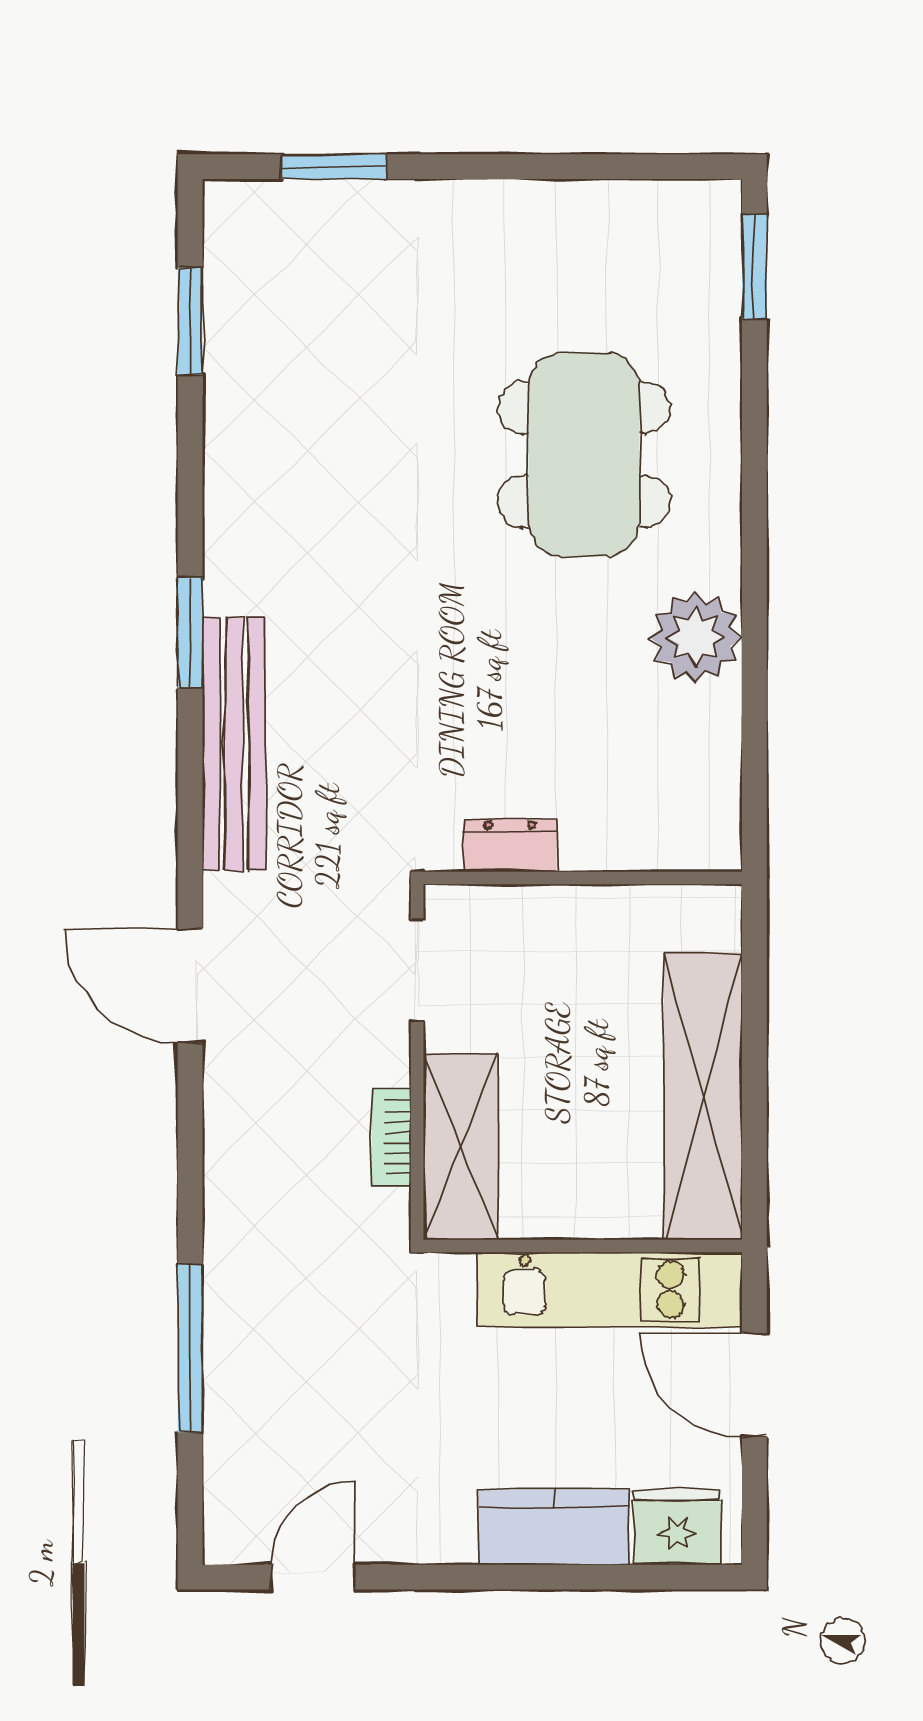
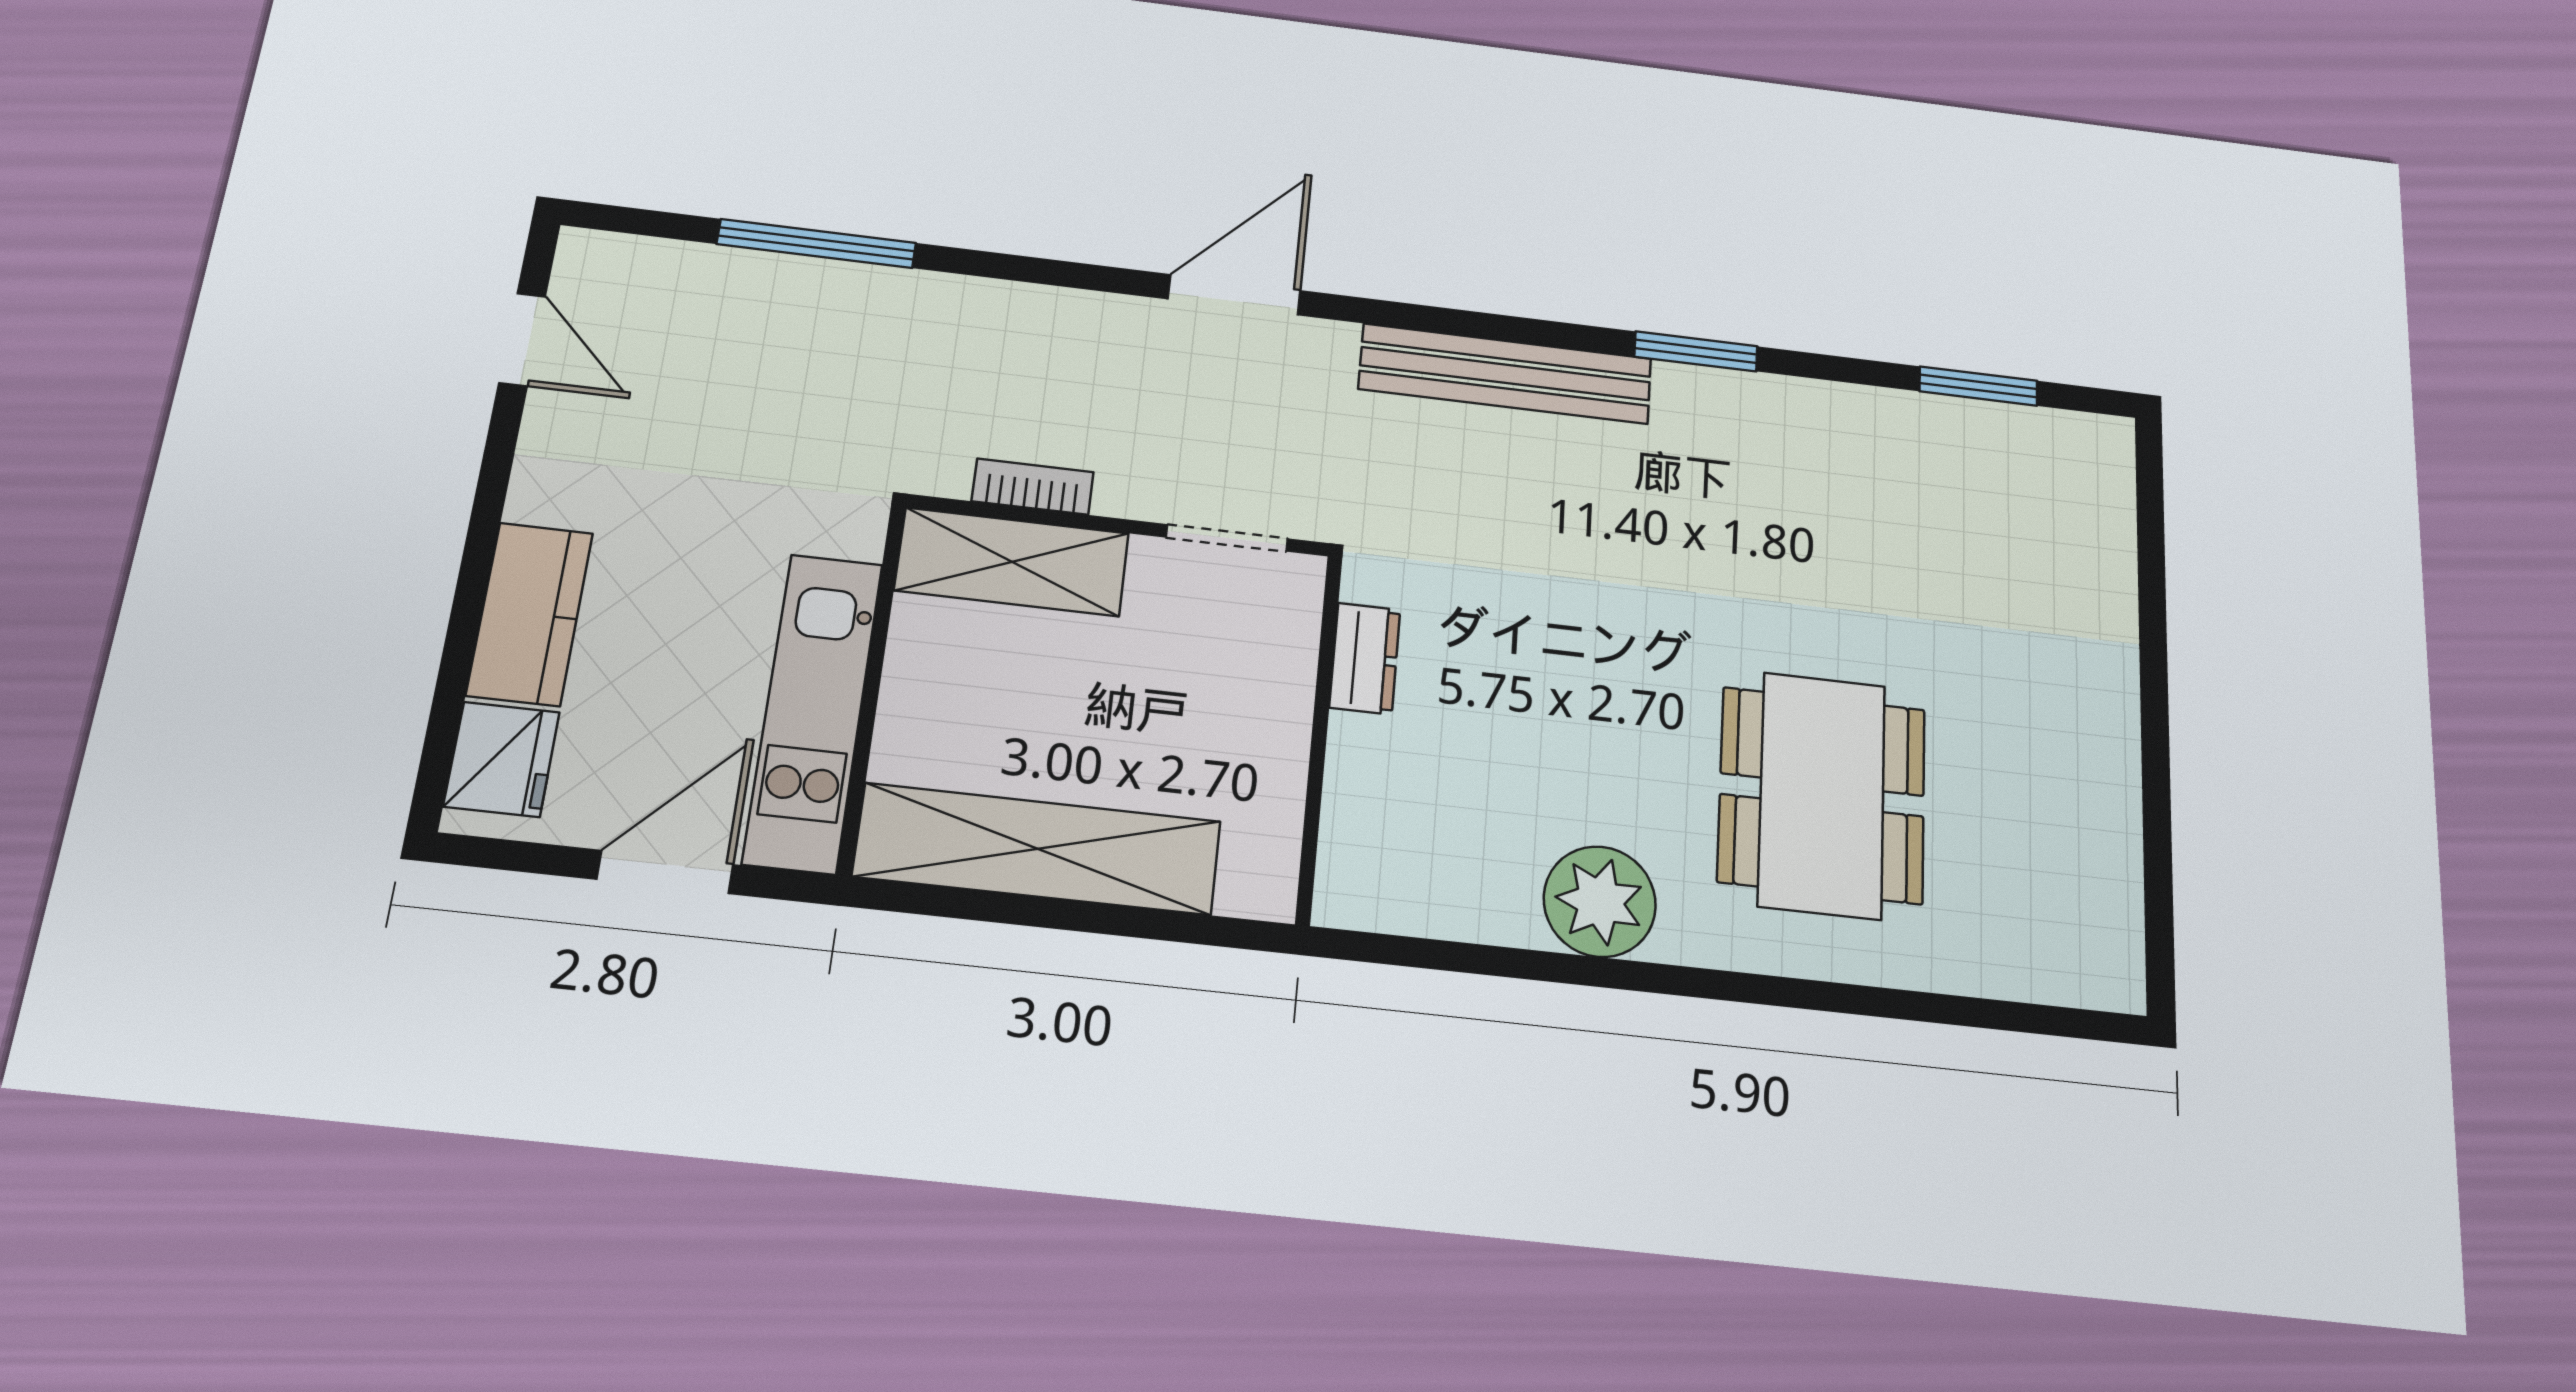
window: (334, 167) -> (2151, 557), removed
window: (754, 267) -> (2042, 1020), removed
dining table: (584, 455) -> (1822, 795), turned 90
window: (190, 633) -> (1696, 351), moved

